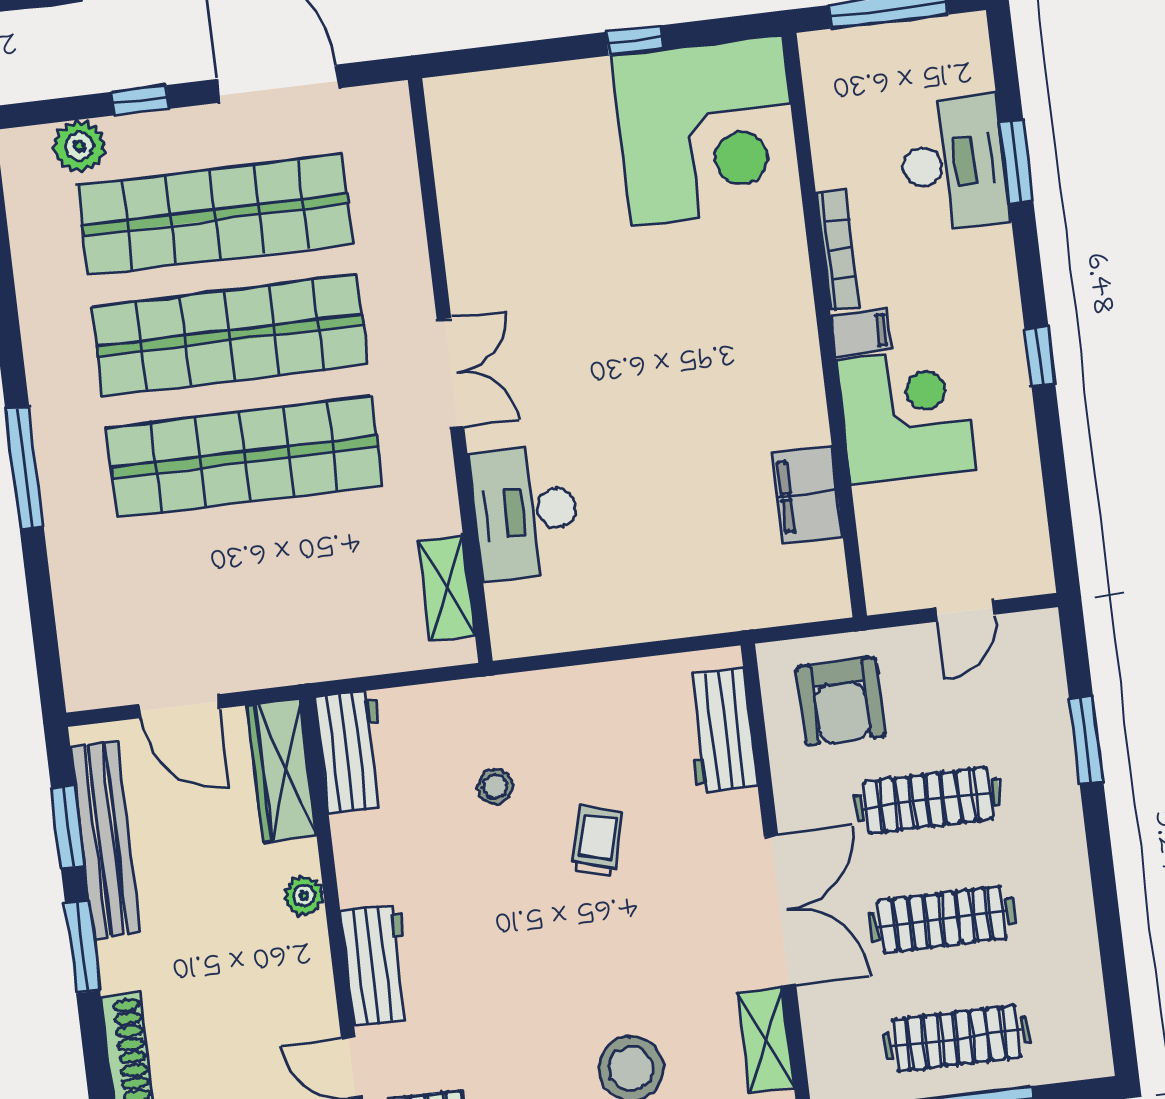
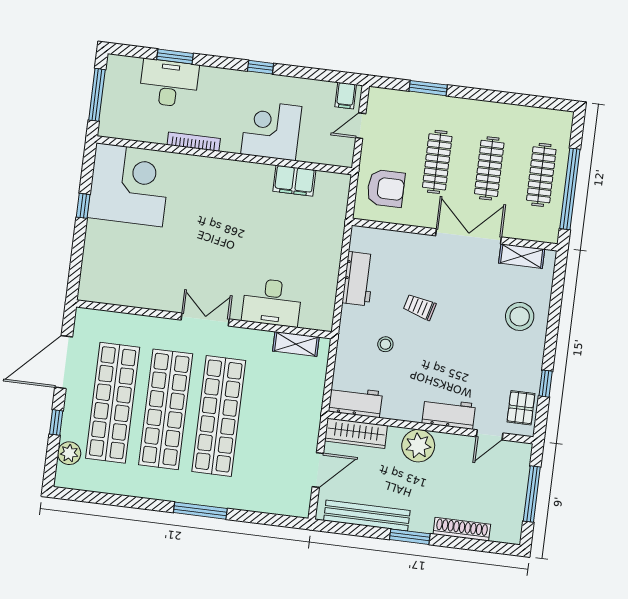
filing cabinet: (861, 332) -> (346, 96), moved, turned 180
door: (966, 611) -> (361, 126), swing flipped
workbench: (720, 730) -> (358, 279), moved, turned -90
window: (68, 827) -> (357, 530), removed
plant: (304, 896) -> (418, 446), width x1.88, depth x1.88

